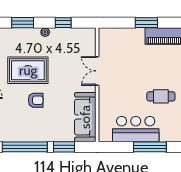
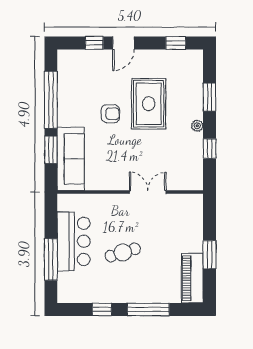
cafe table: (161, 96) -> (123, 252), moved, turned 73
armchair: (36, 100) -> (110, 114), turned -90
sofa: (85, 117) -> (71, 159), moved, turned 90

